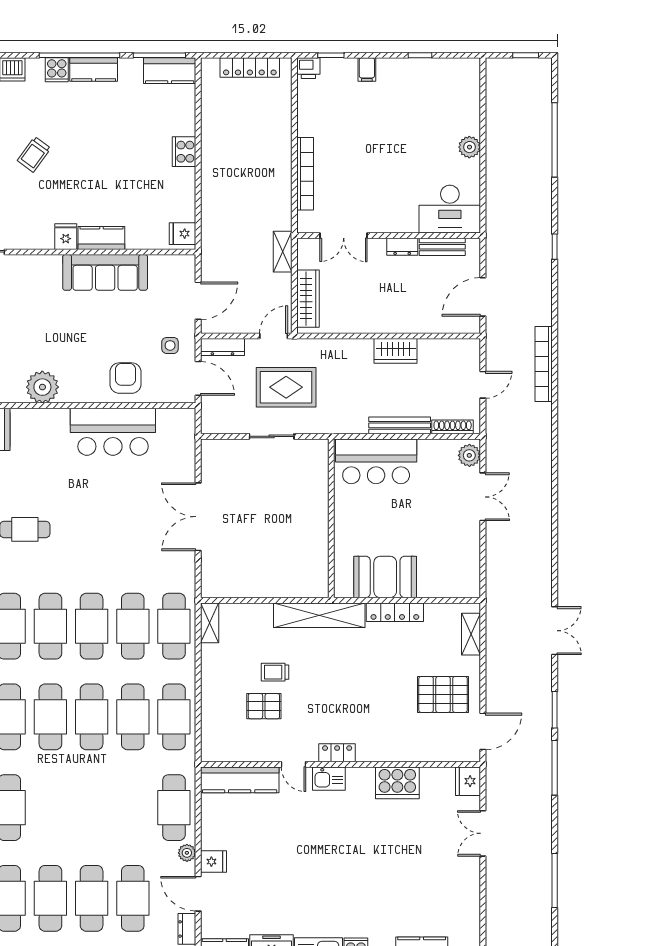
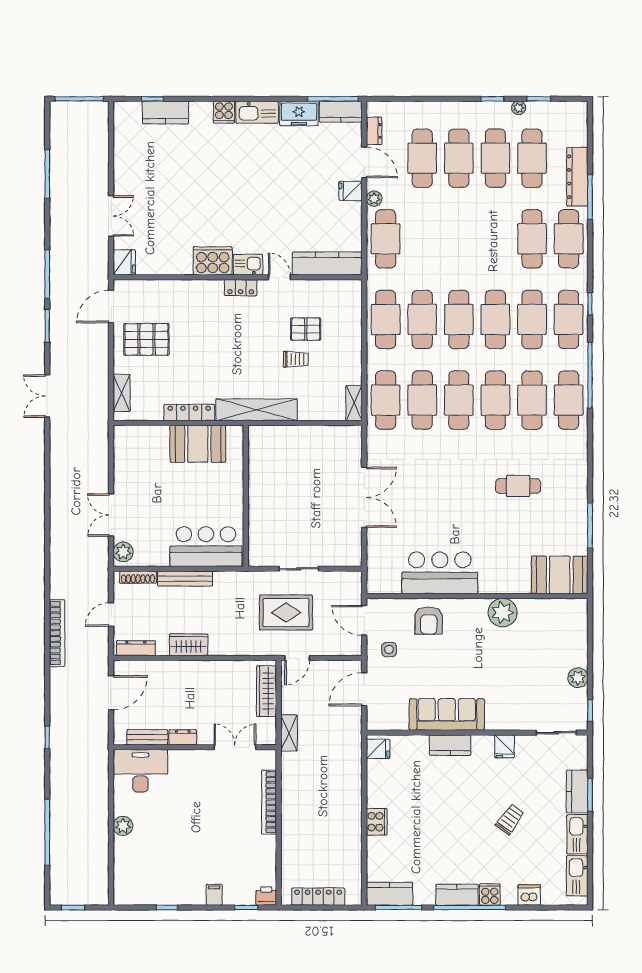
fridge: (66, 237) -> (504, 746), moved
dresser: (222, 347) -> (136, 648), moved
cooker: (397, 783) -> (213, 261), moved

